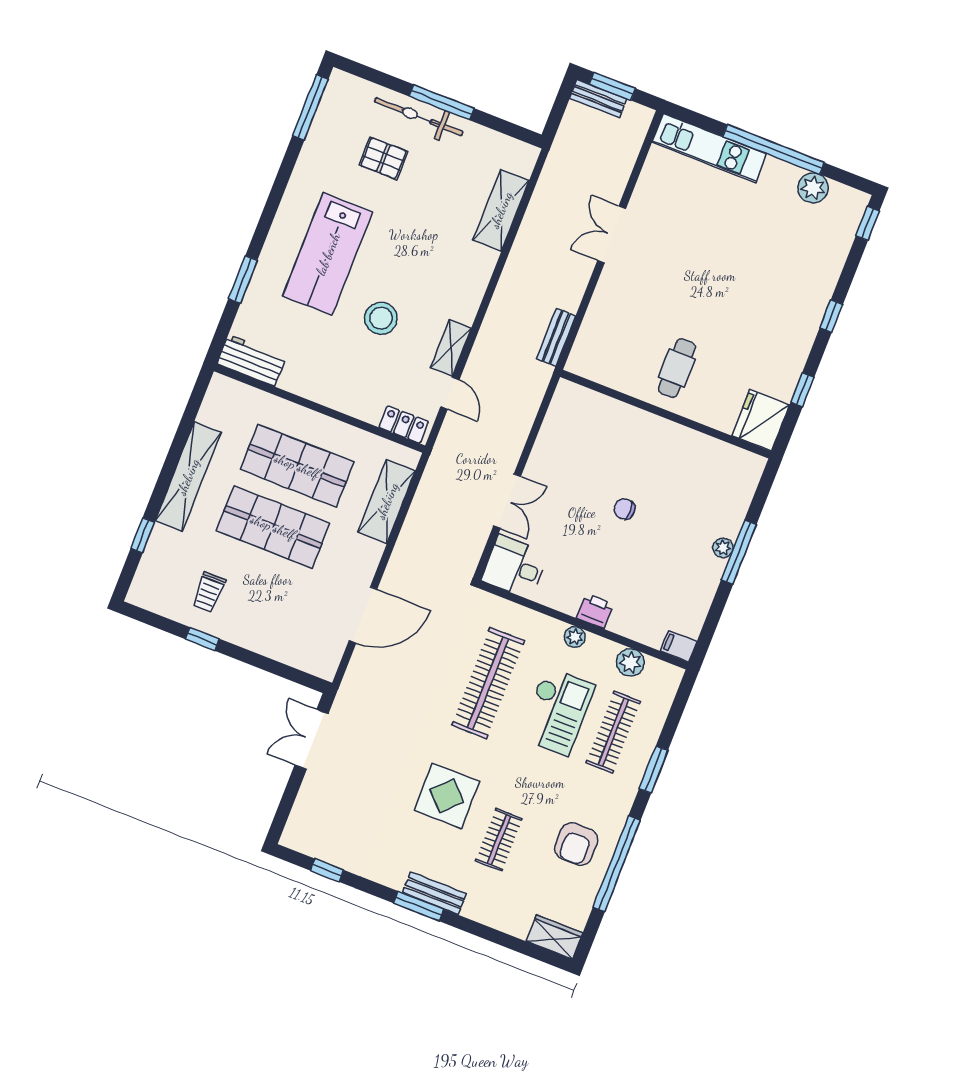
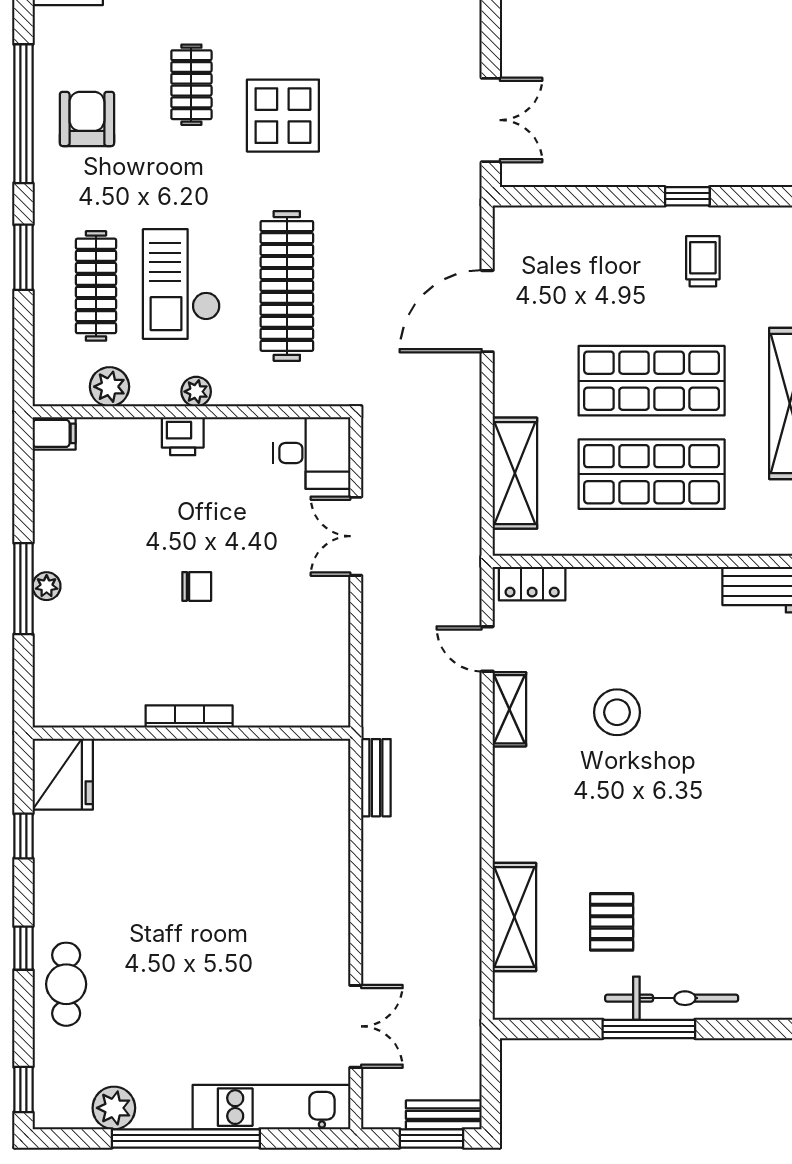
pallet: (383, 158) -> (612, 922), moved, turned 90
double door: (612, 235) -> (356, 1026), moved
lab bench: (328, 254) -> (721, 769), removed
cafe table: (677, 368) -> (66, 984), moved
bookcase: (663, 426) -> (189, 716), added

